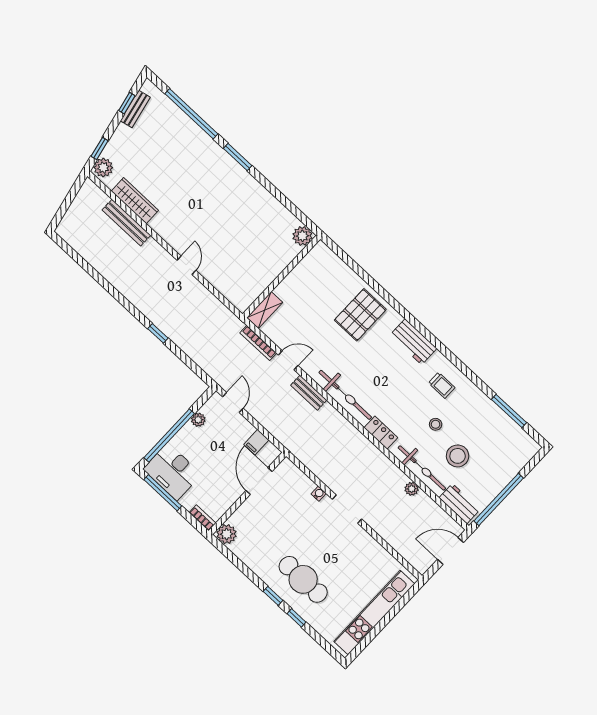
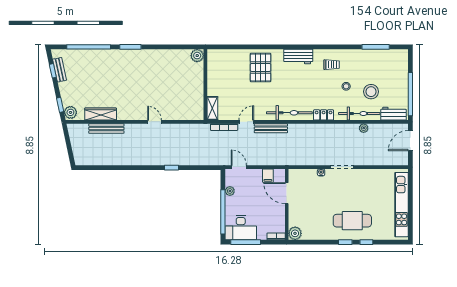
bench: (309, 393) -> (271, 128), width x1.36

